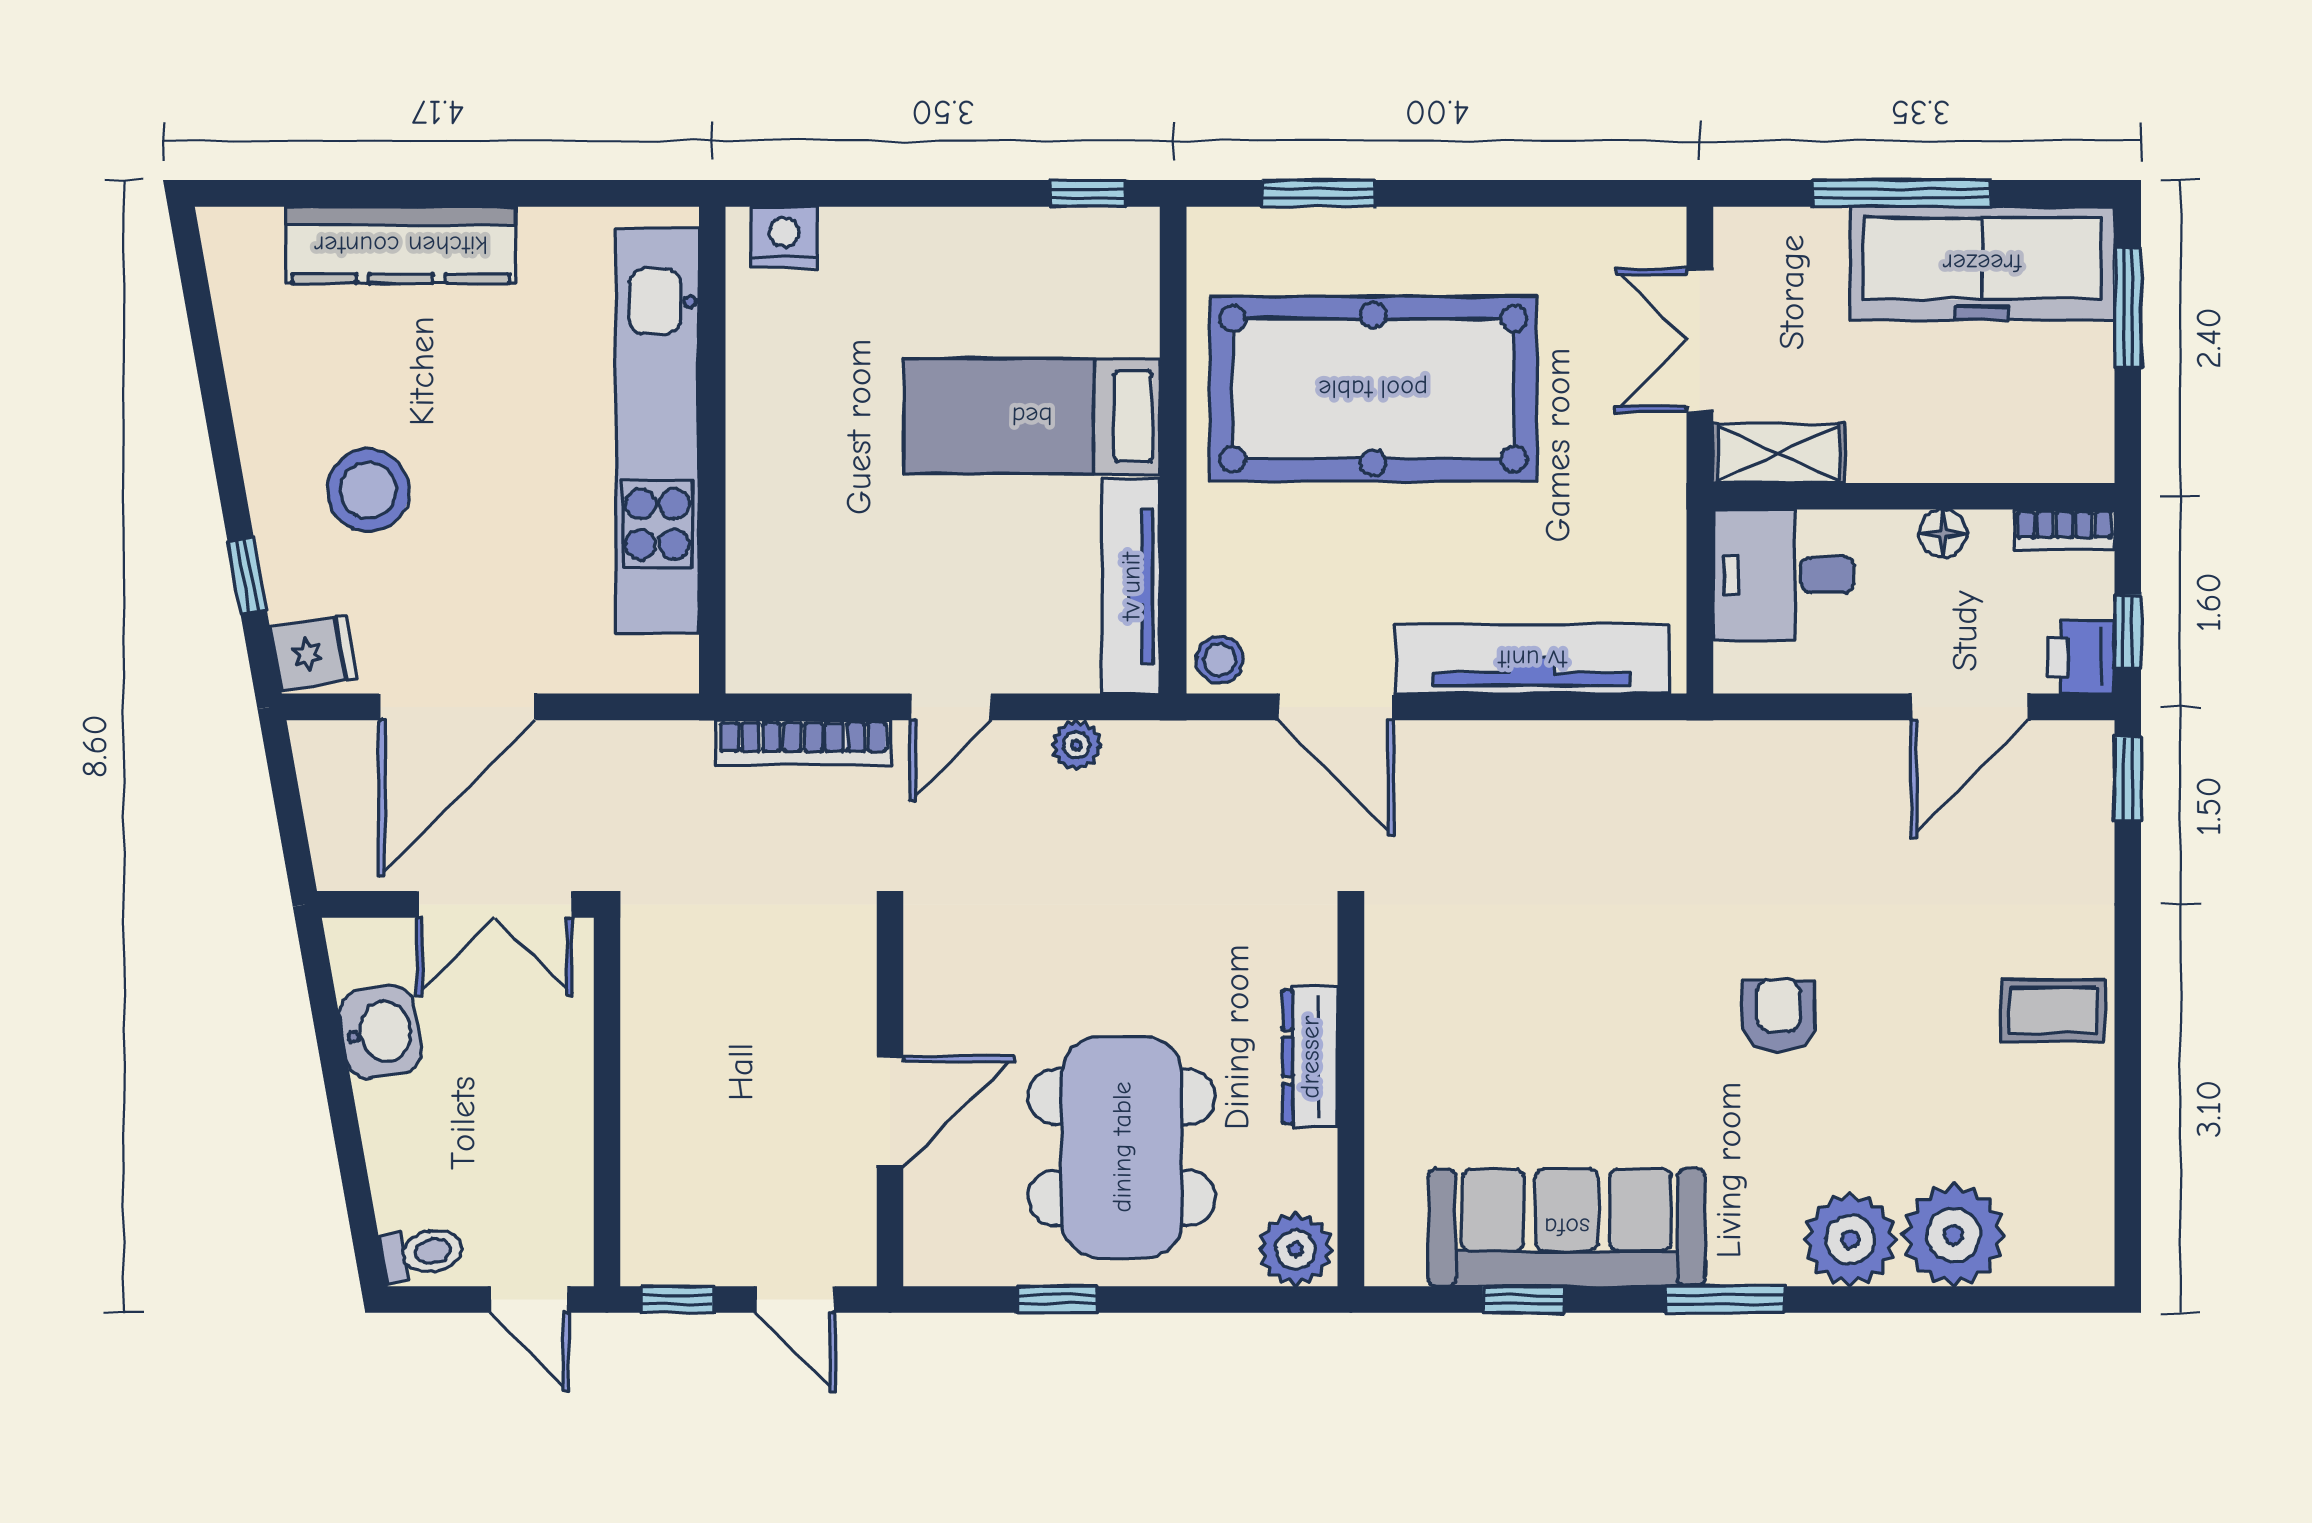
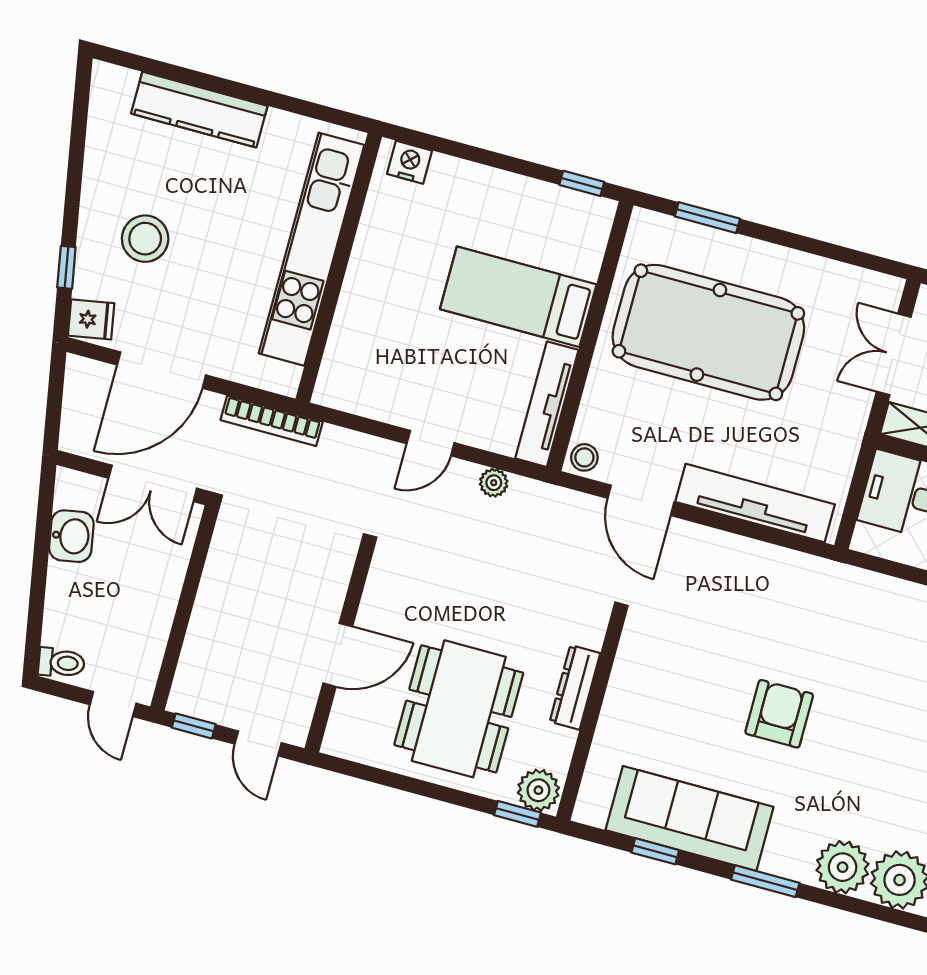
bookcase: (803, 743) -> (272, 421), moved
armchair: (1779, 1016) -> (779, 714), moved, width x1.38, depth x1.38
window: (1057, 1299) -> (517, 814), moved

